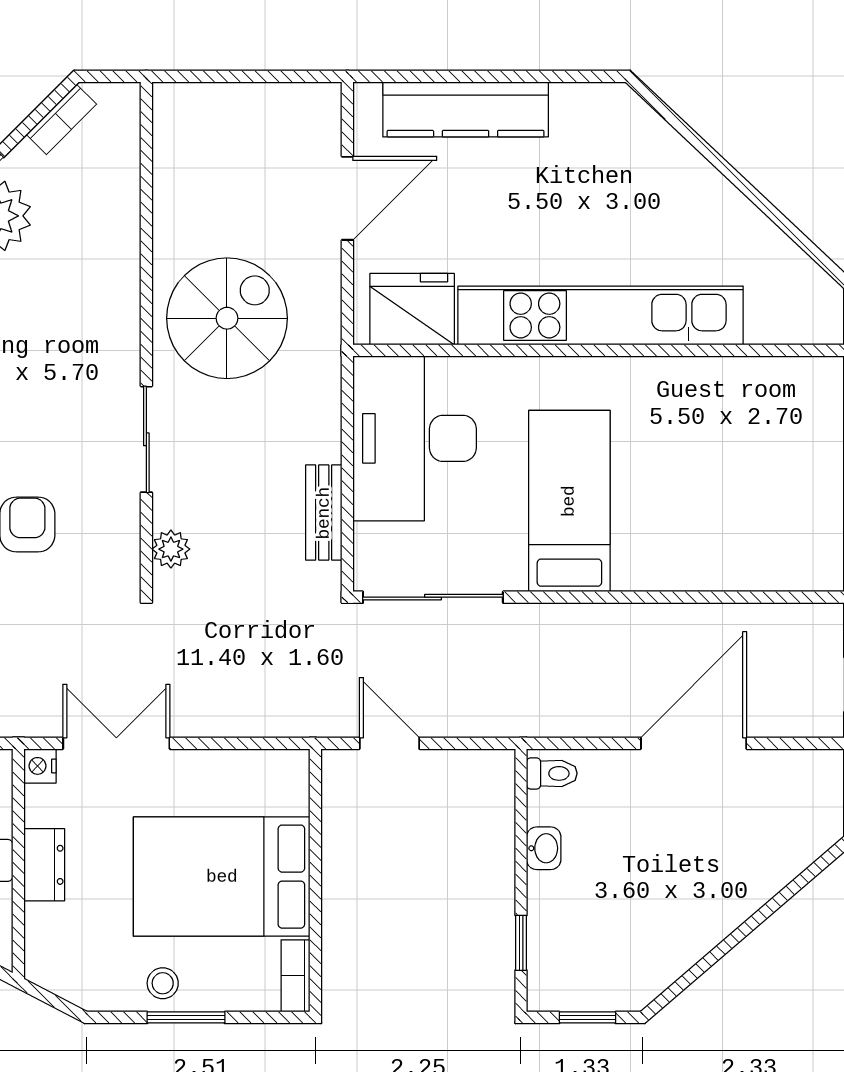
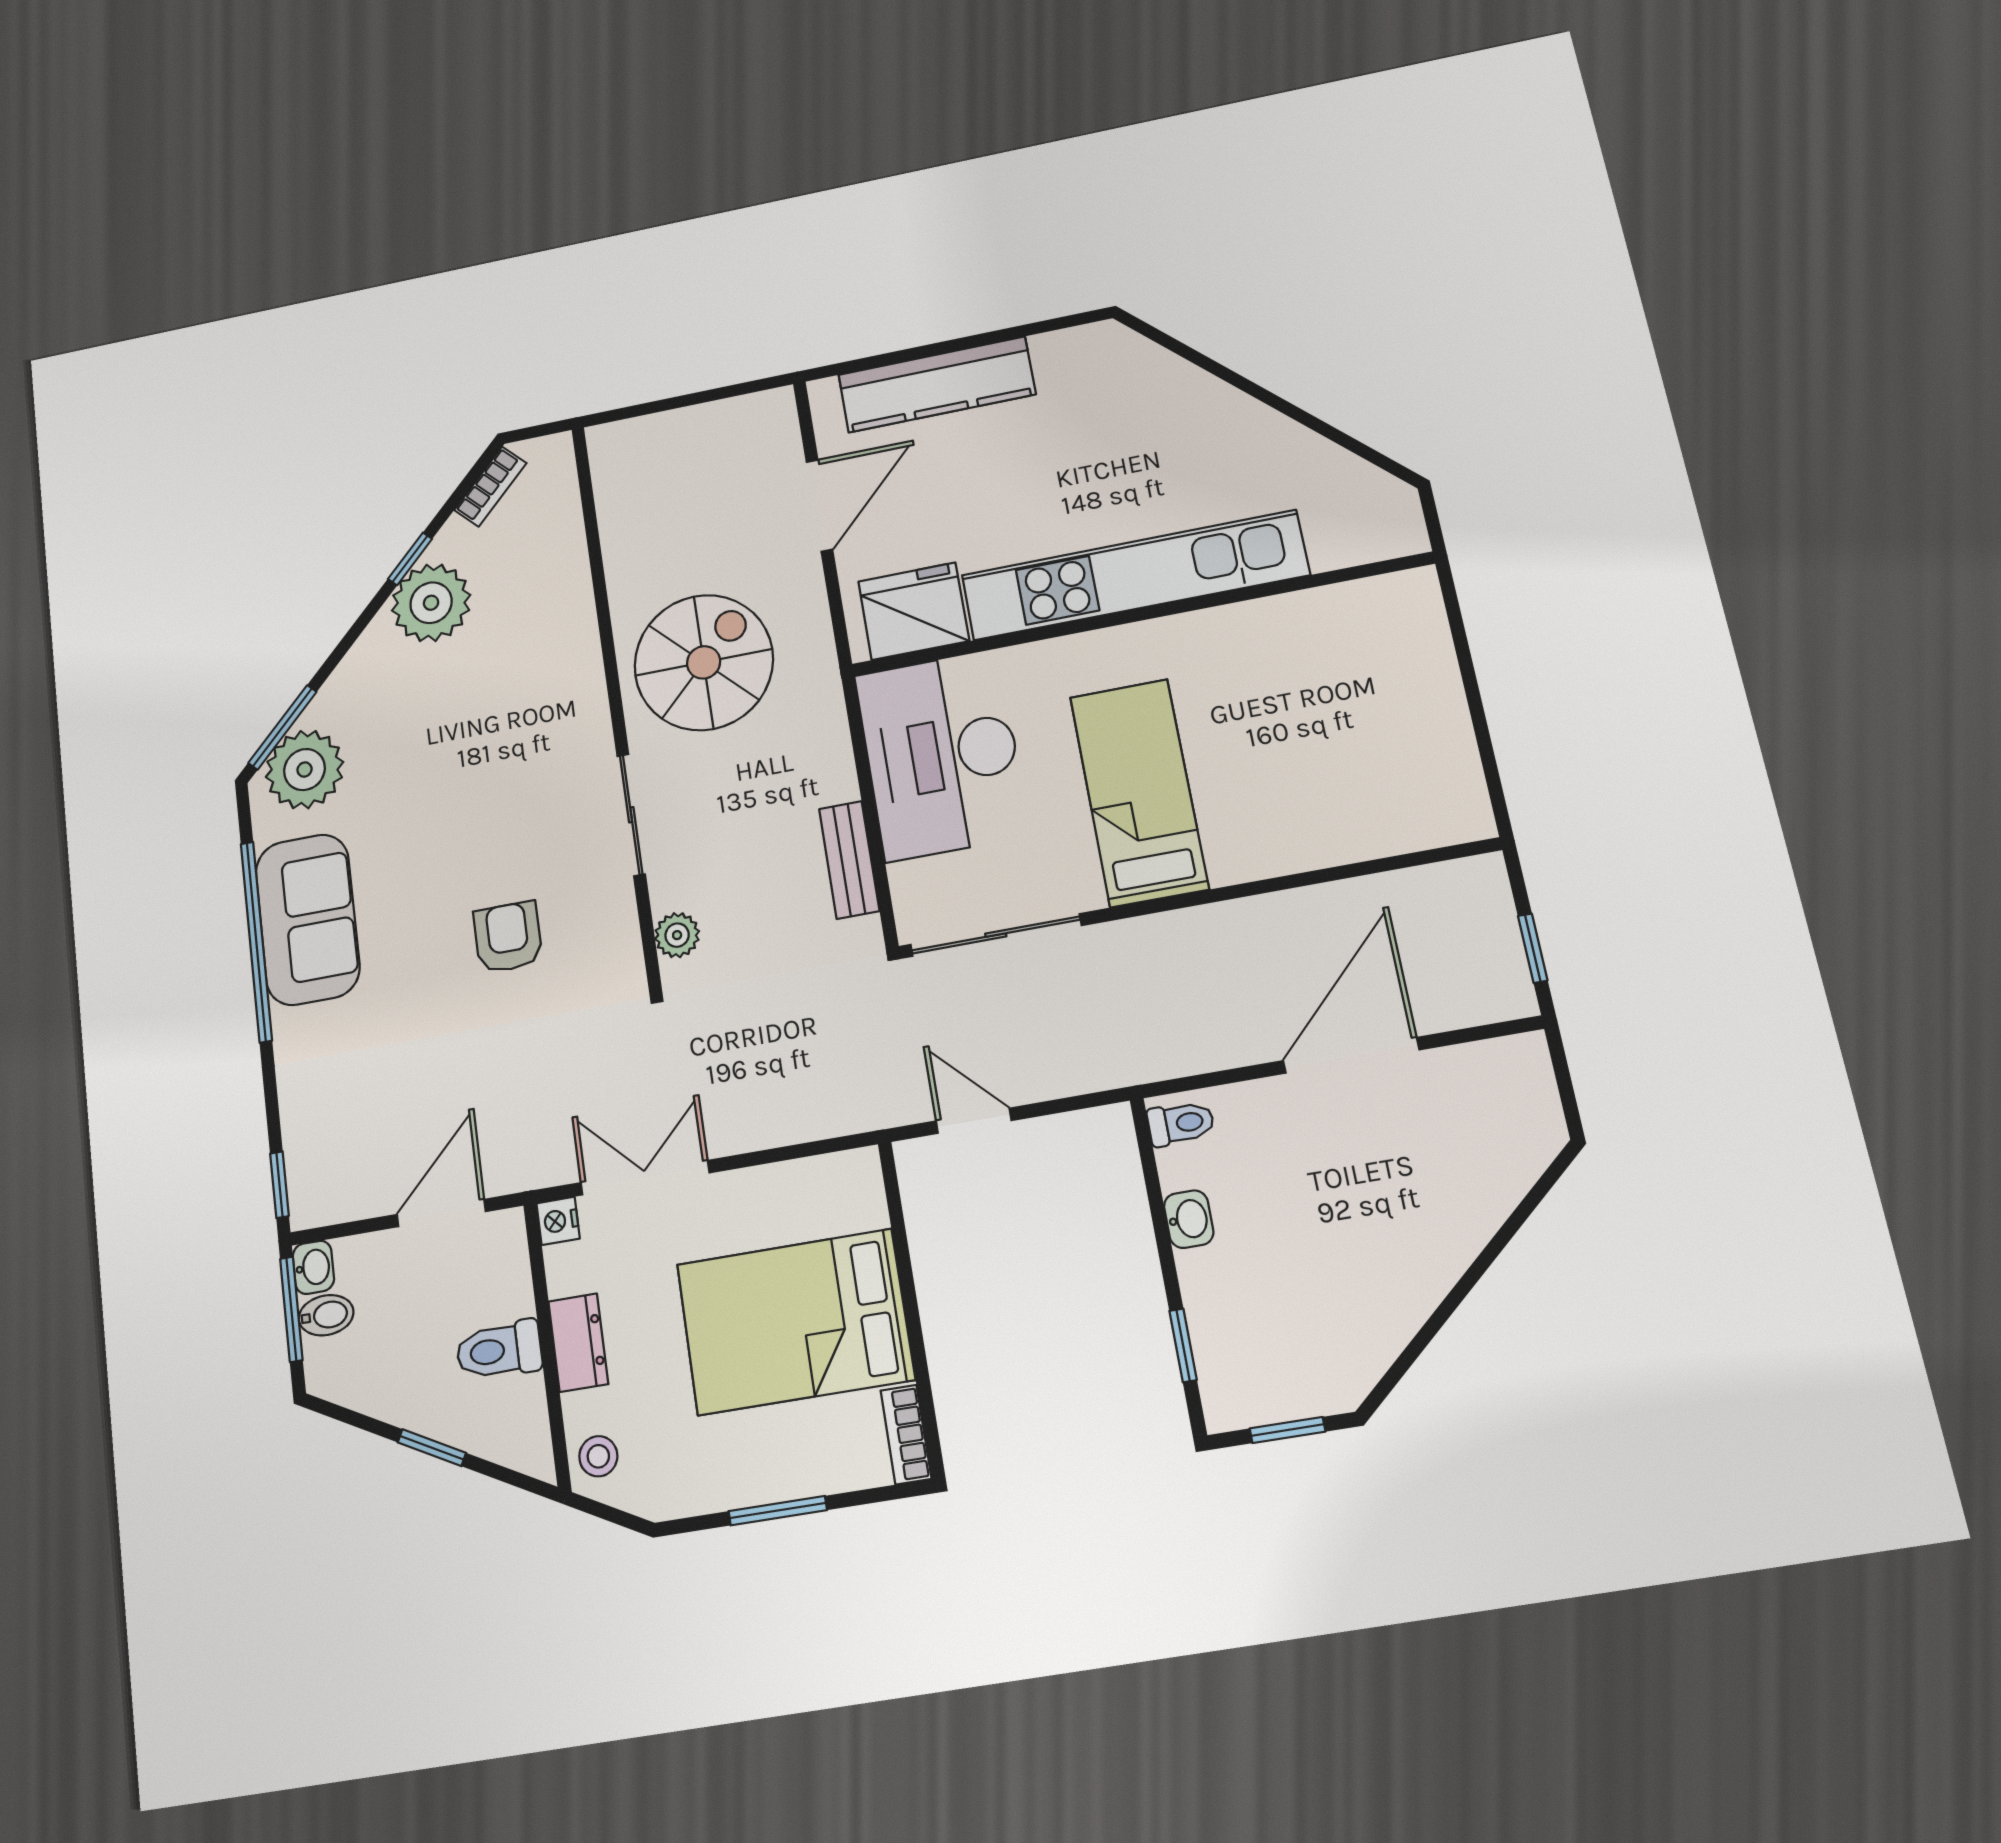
stool: (163, 983) -> (598, 1456), moved

